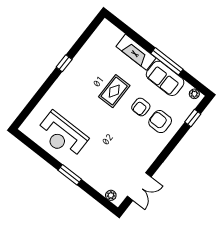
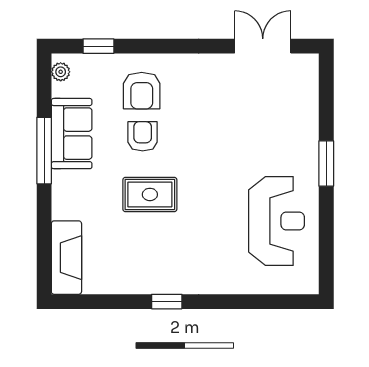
fireplace: (136, 52) -> (66, 258), moved
armchair: (141, 107) -> (143, 136), turned -90
plant: (111, 195) -> (309, 78), removed

